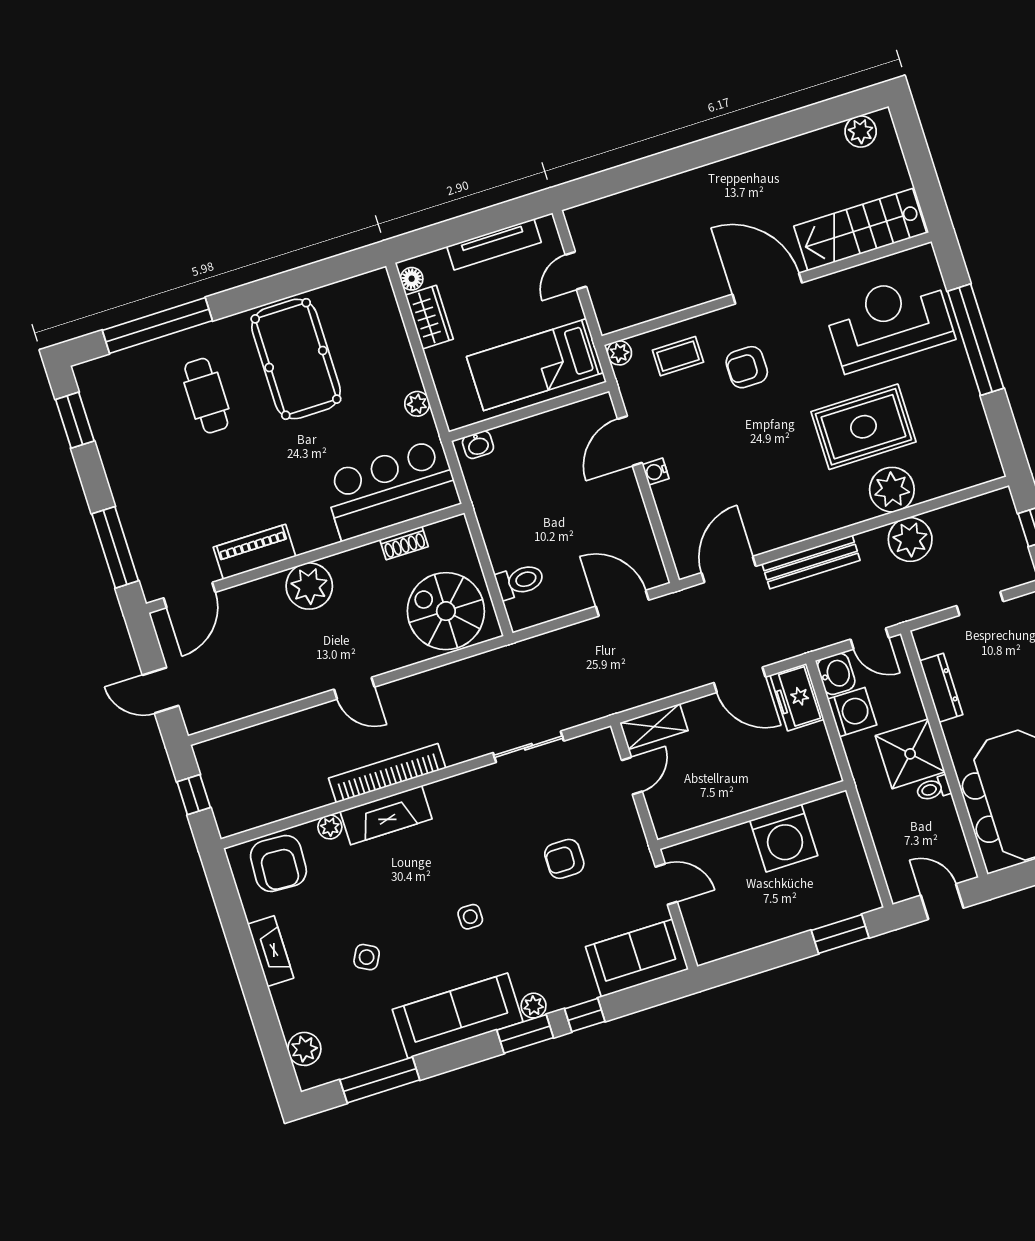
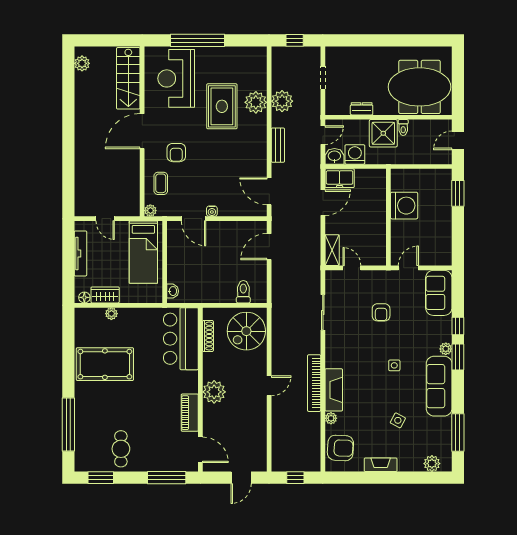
cafe table: (206, 396) -> (121, 449), moved, turned 90
plant: (417, 404) -> (111, 314), moved
shoe rack: (404, 543) -> (208, 336), width x1.43
bench: (811, 562) -> (278, 145), width x0.73
dresser: (941, 688) -> (362, 109), width x0.70

